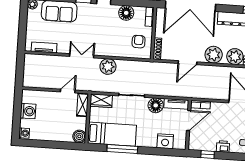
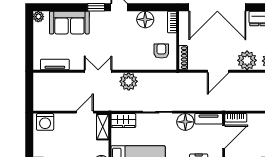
washing machine: (28, 111) -> (45, 122), moved, turned 90

